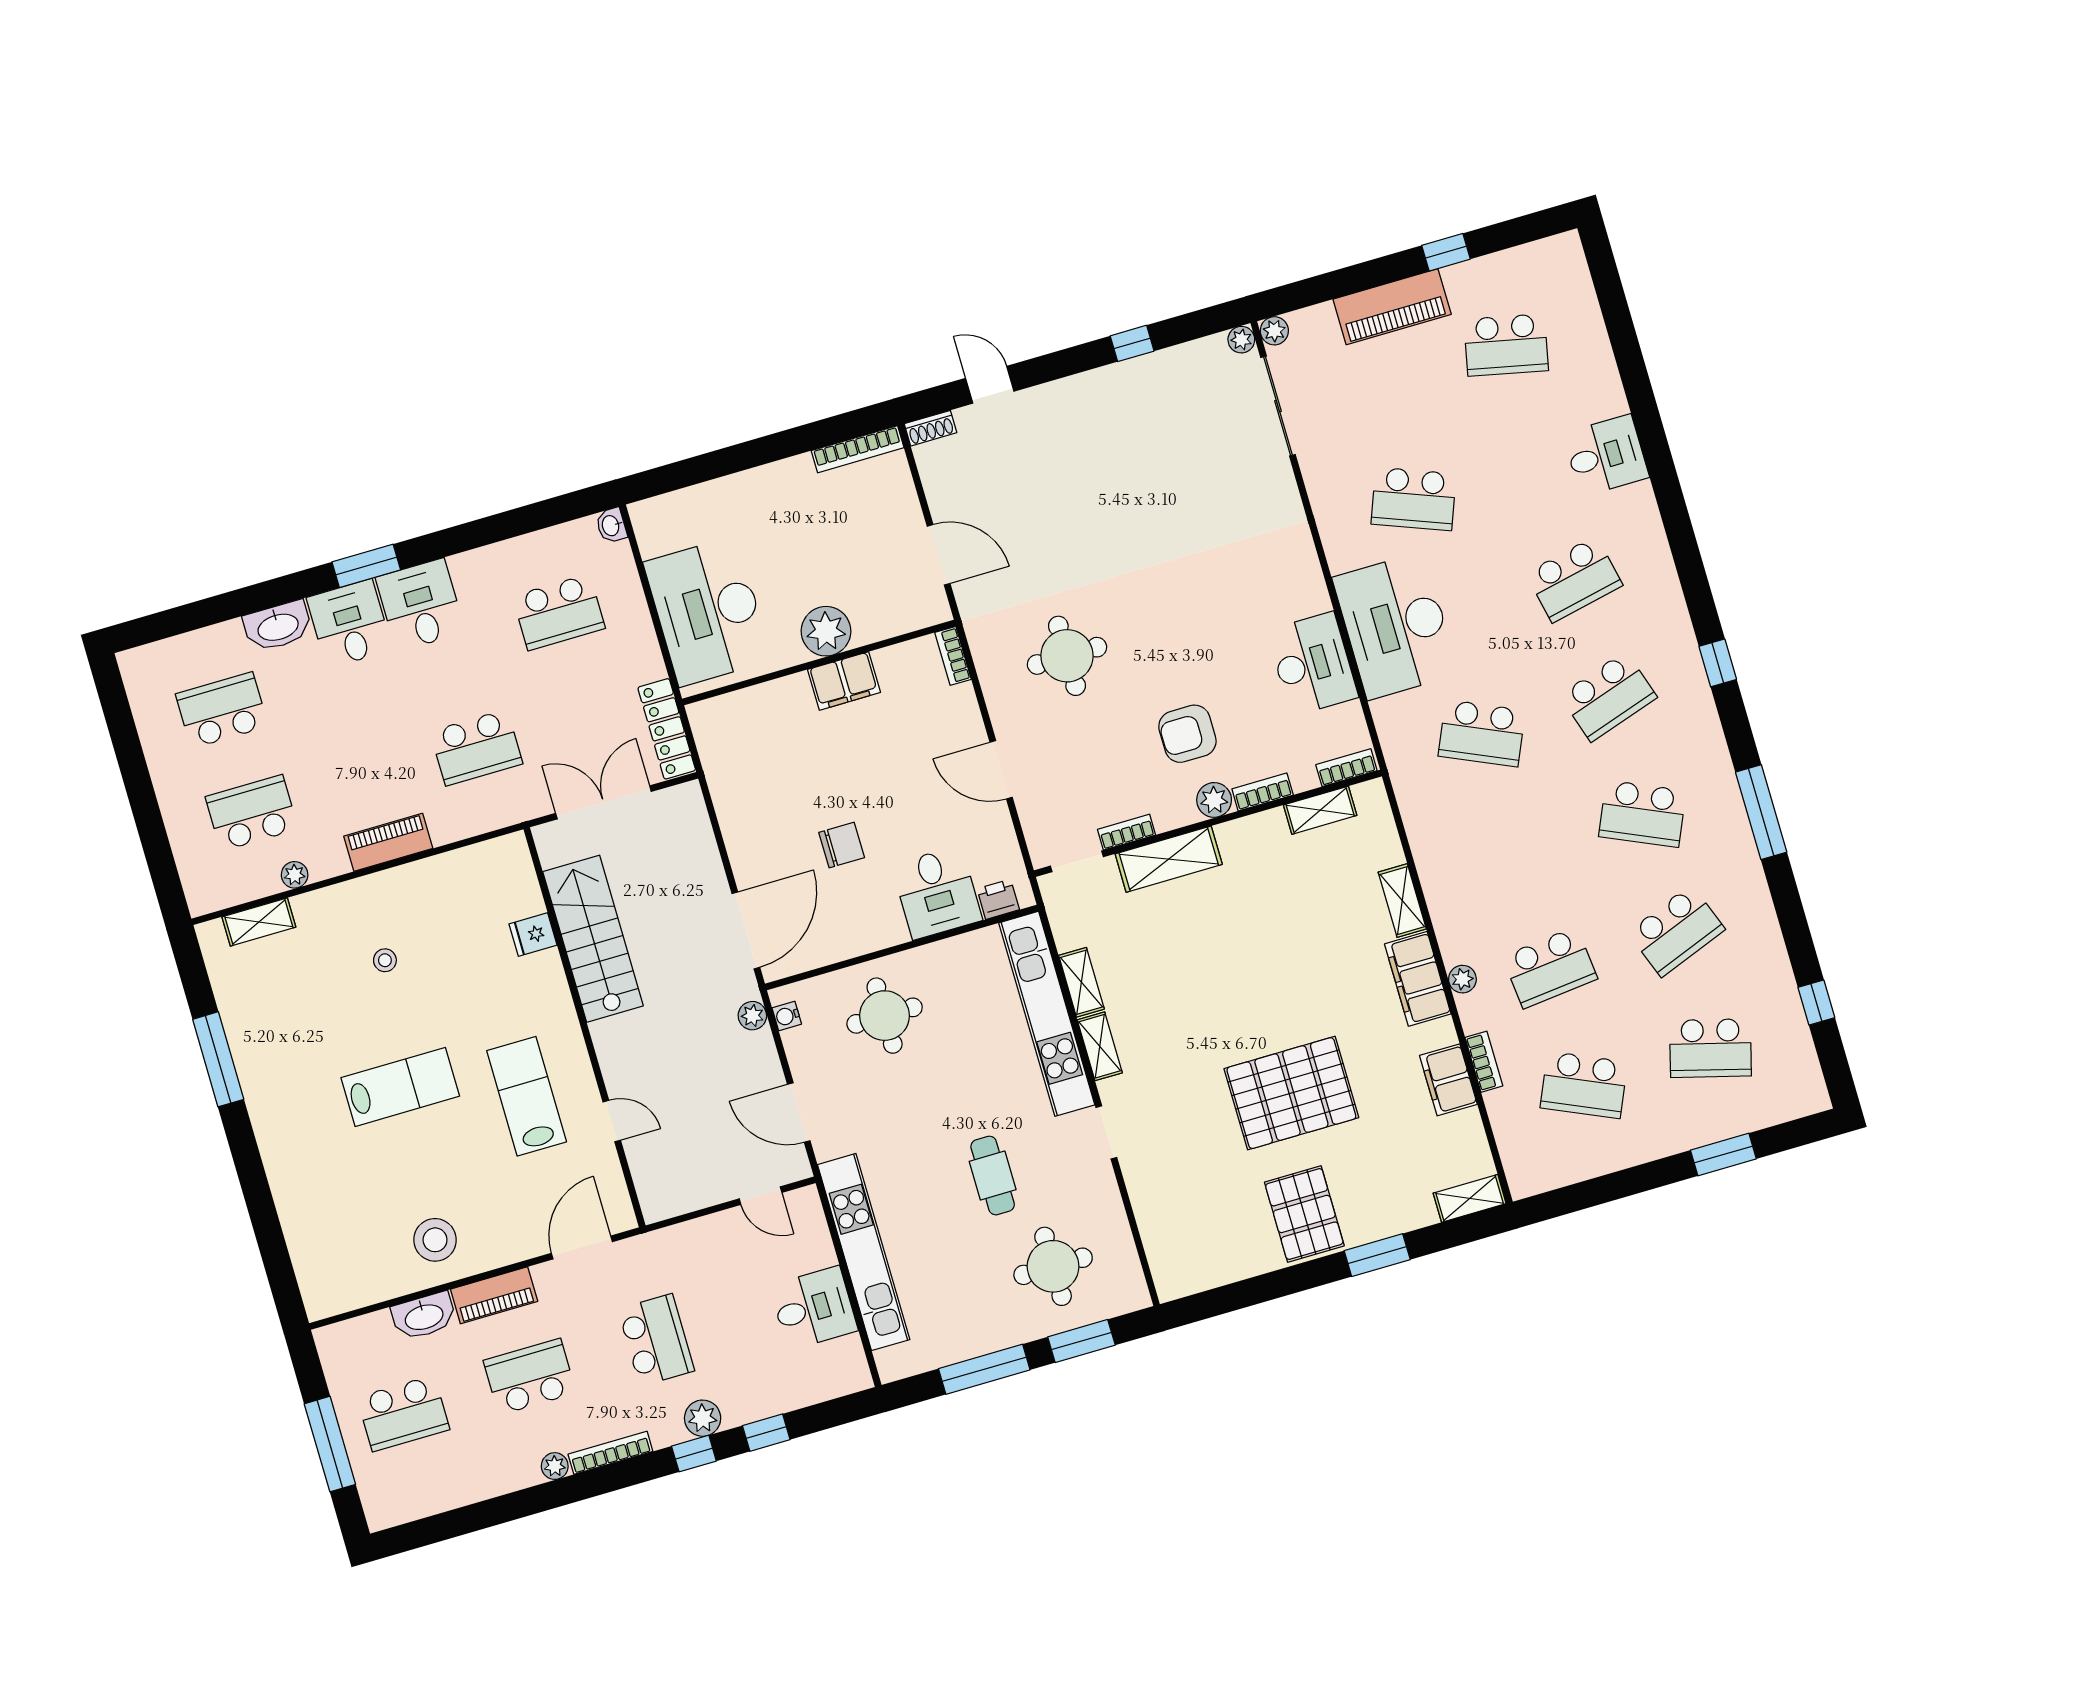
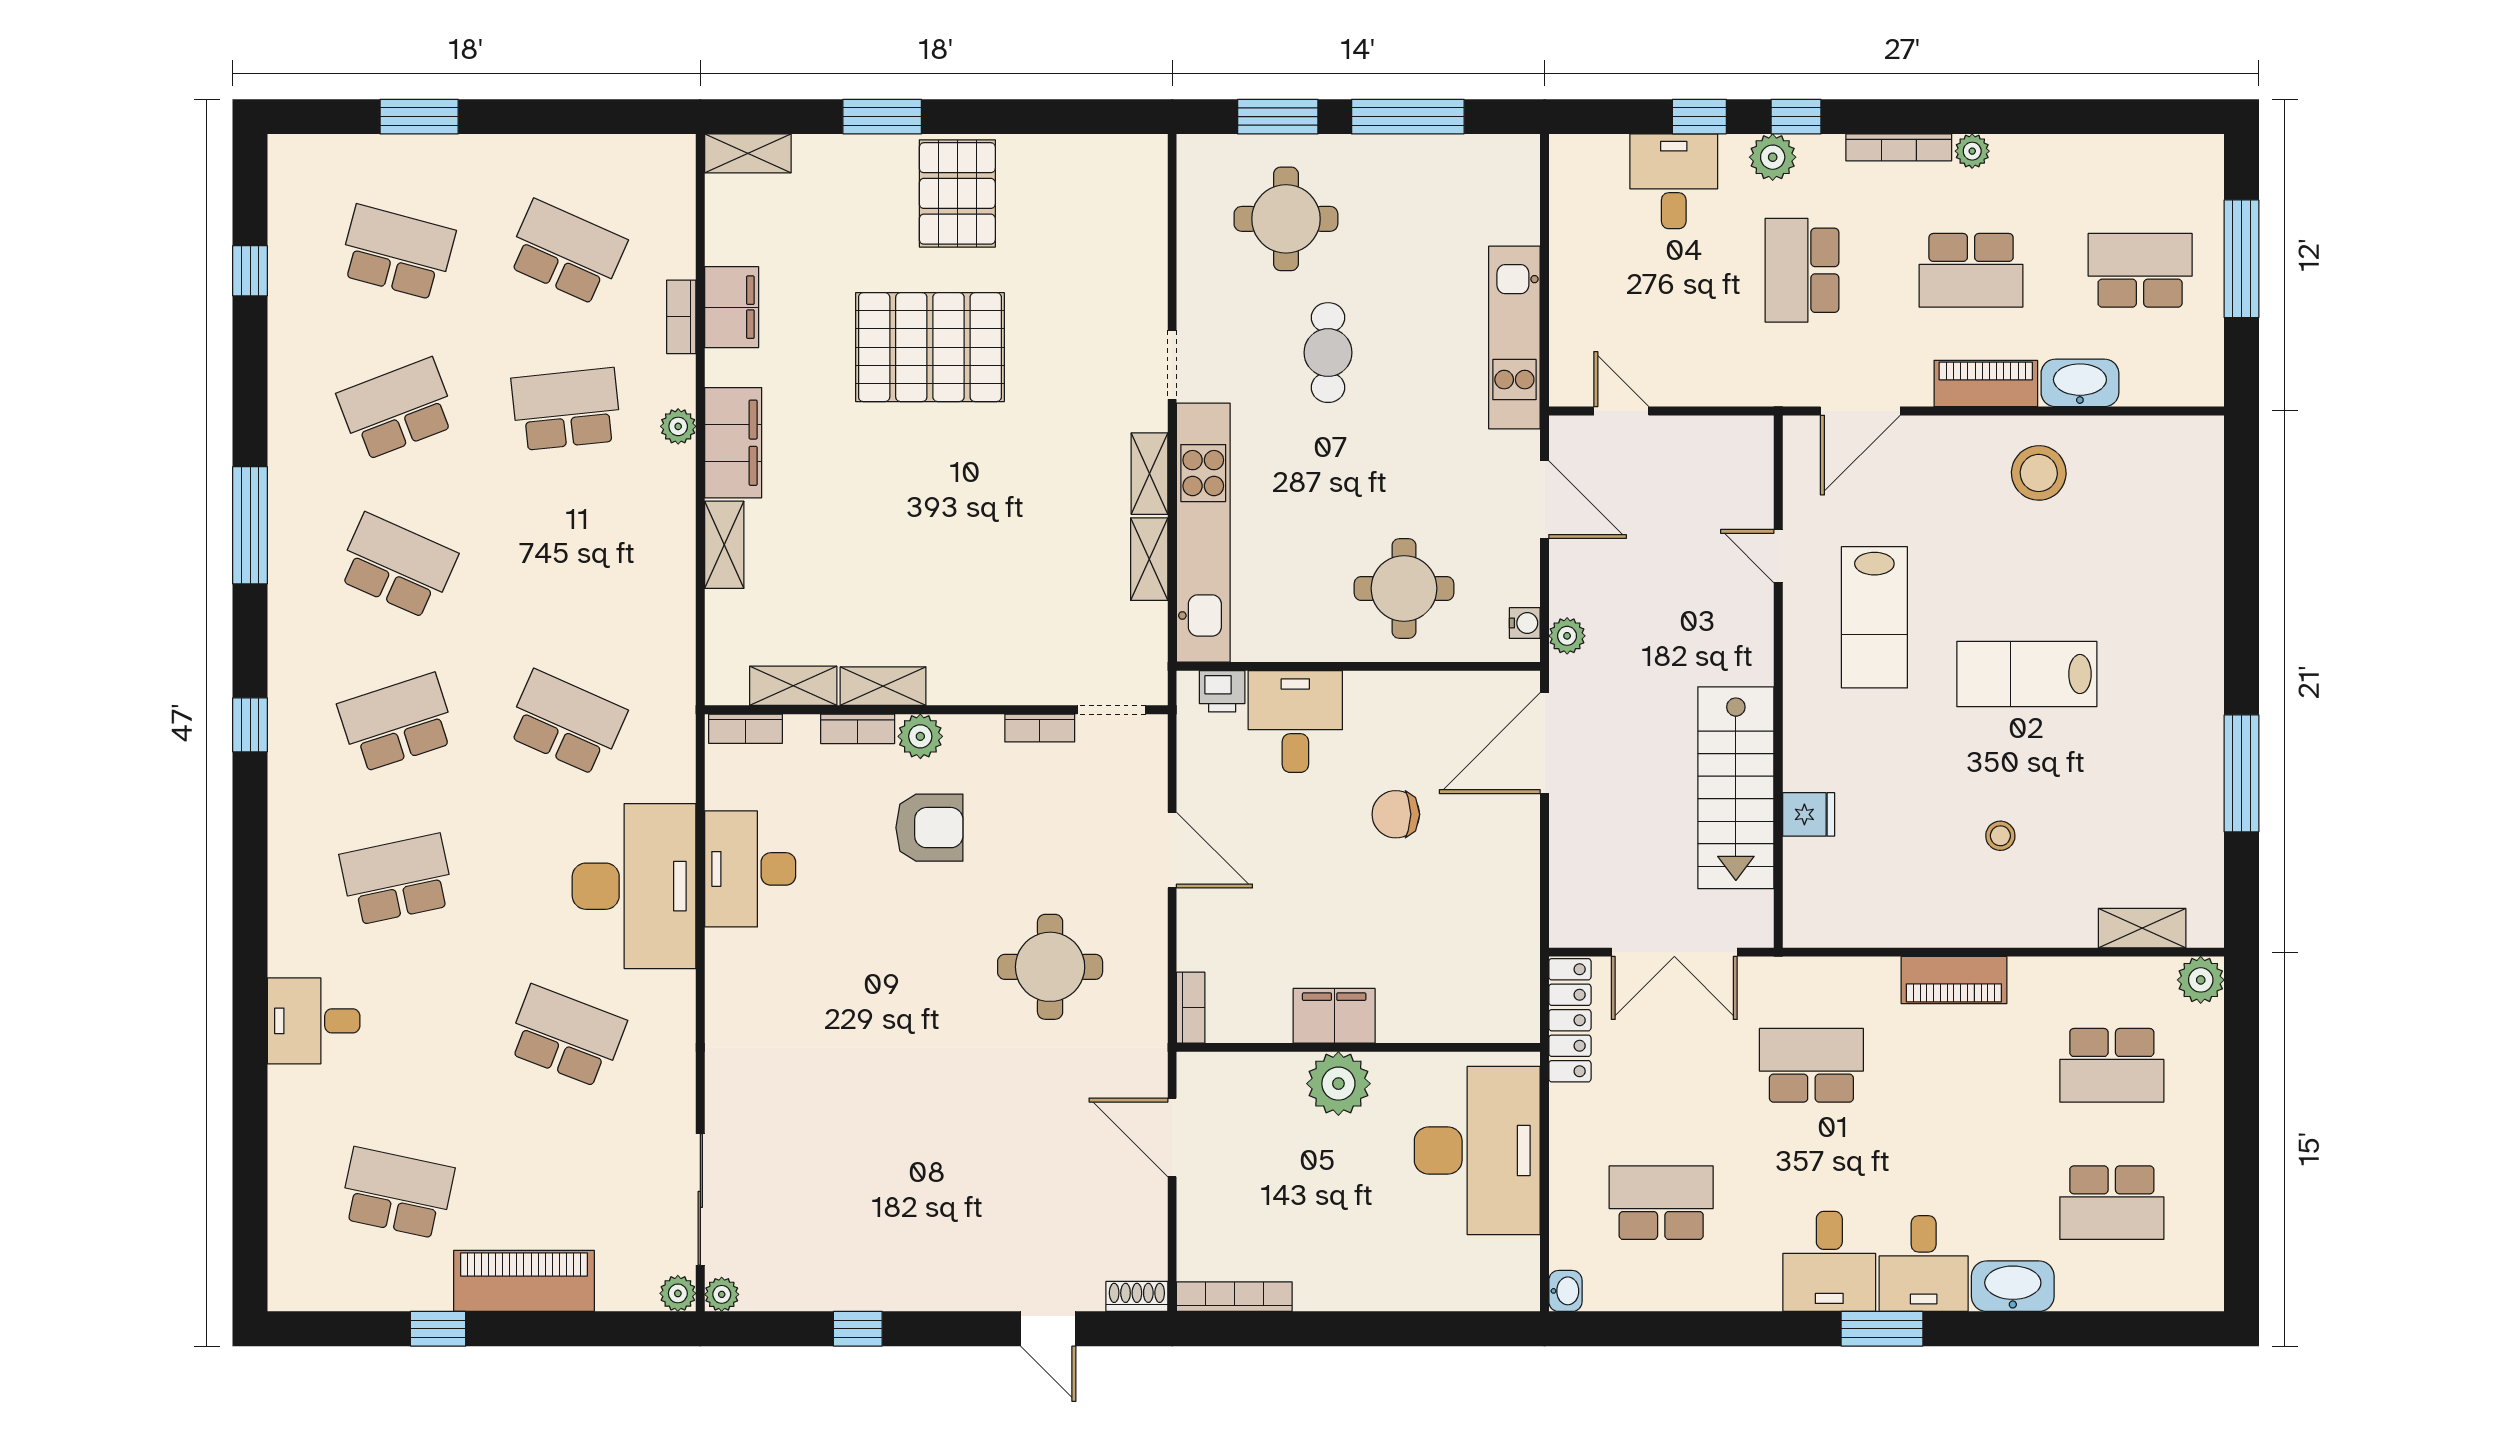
shelving: (1169, 859) -> (883, 686), moved, width x0.67, depth x0.75
plant: (295, 875) -> (2201, 980), moved, width x1.38, depth x1.38
kitchen unit: (864, 1252) -> (1514, 338), width x0.73
desk: (814, 1308) -> (1674, 181), moved, turned 90

